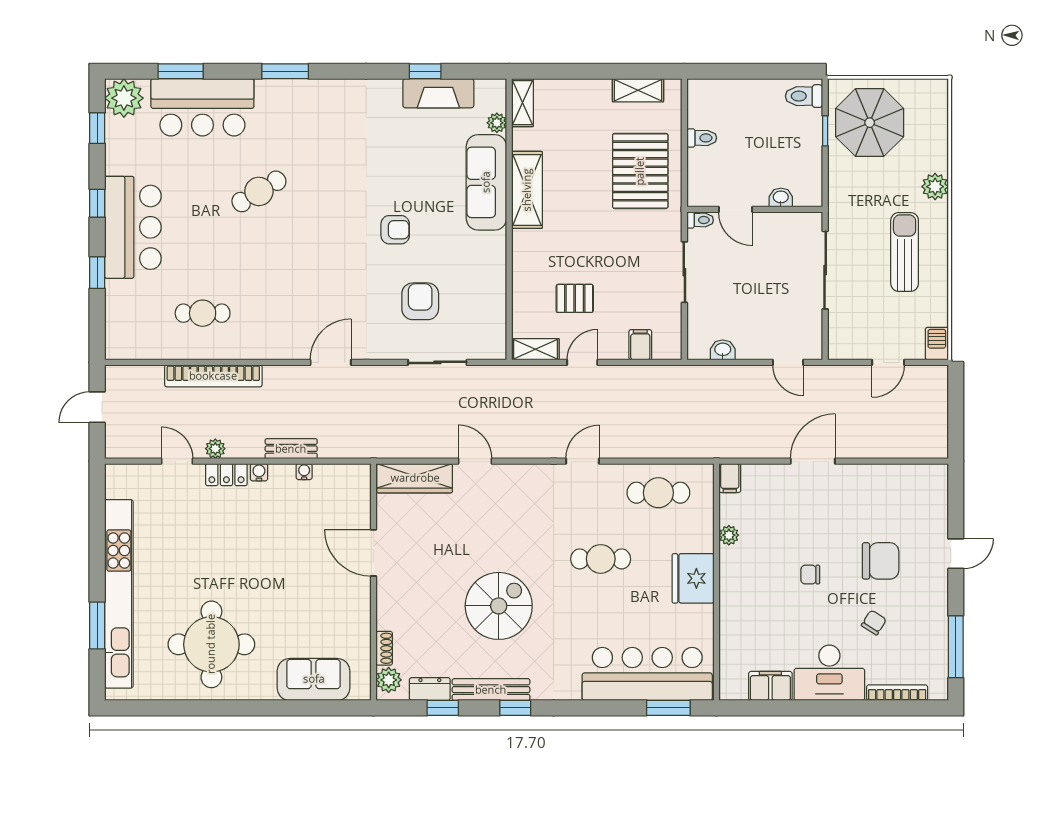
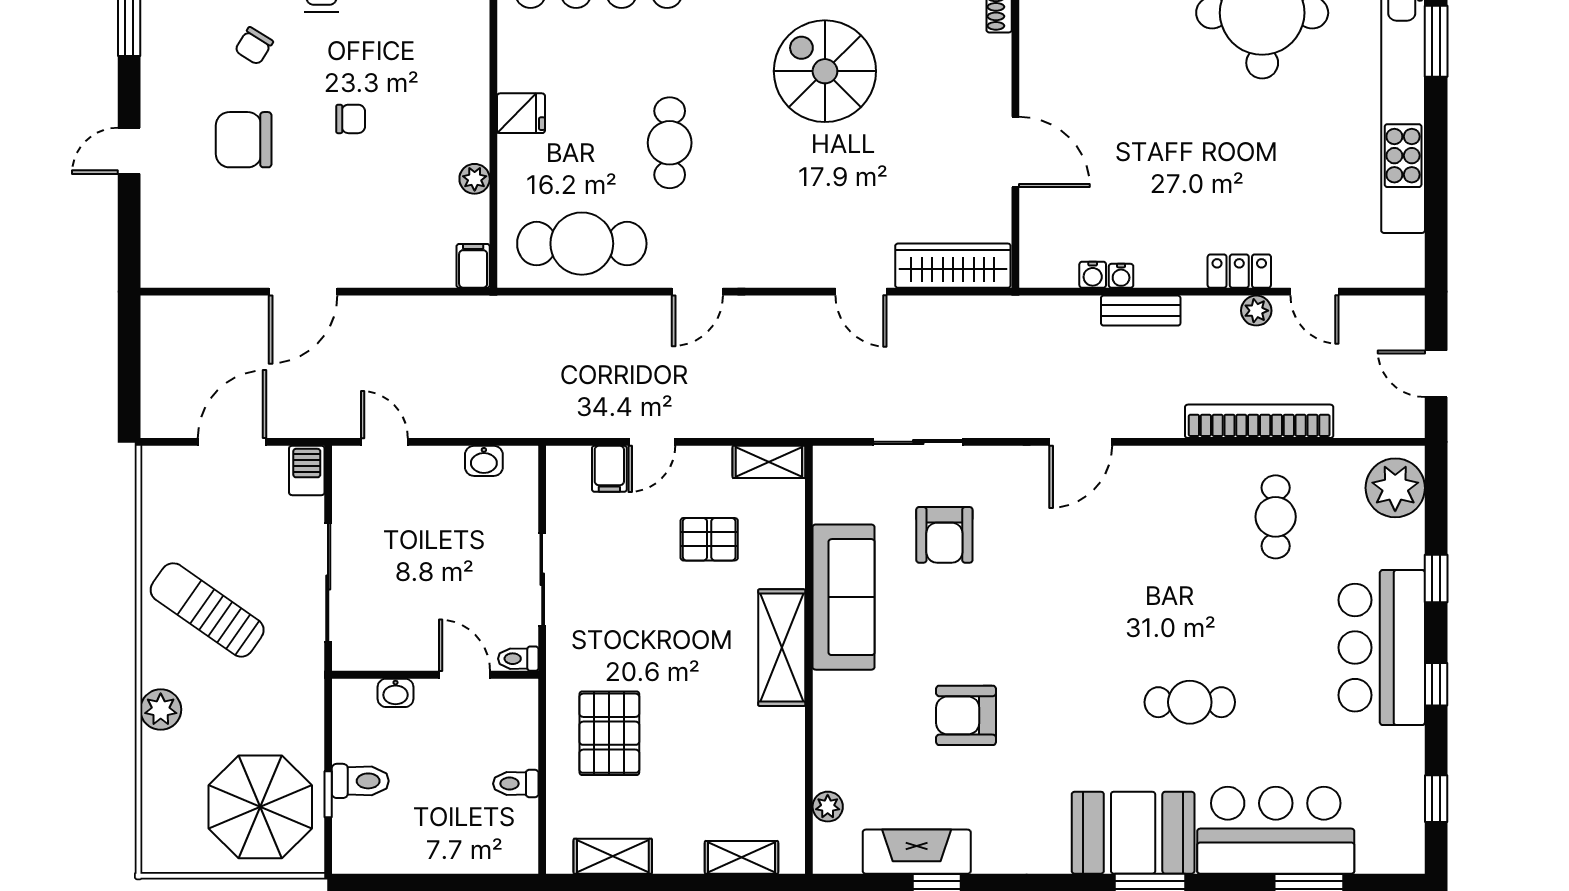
toilet: (804, 96) -> (360, 781), moved
plant: (124, 98) -> (1395, 488), moved
shelving: (522, 103) -> (741, 857), moved, turned 90
booth: (296, 106) -> (1133, 833), added
pallet: (640, 171) -> (609, 733), width x0.73, depth x0.71
sofa: (486, 182) -> (844, 597), moved
shelving: (527, 190) -> (782, 648), moved
cafe table: (259, 191) -> (1190, 702), turned 31
armchair: (395, 230) -> (966, 715), moved, width x1.38, depth x1.38
sun lounger: (905, 252) -> (207, 610), turned 125
cafe table: (203, 313) -> (1276, 517), turned 90
barbecue: (937, 344) -> (307, 470), moved, turned 180
door: (582, 362) -> (652, 442), moved
door: (888, 362) -> (232, 442), width x1.38
door: (97, 407) -> (1436, 374), swing flipped
door: (813, 461) -> (303, 292), moved
water cooler: (259, 472) -> (1093, 275), moved
cafe table: (658, 493) -> (582, 244), width x1.37, depth x1.35
cafe table: (601, 559) -> (670, 143), turned 90
fridge: (693, 578) -> (521, 113), width x0.53, depth x0.75
spiral stairs: (499, 606) -> (825, 71), turned 90

